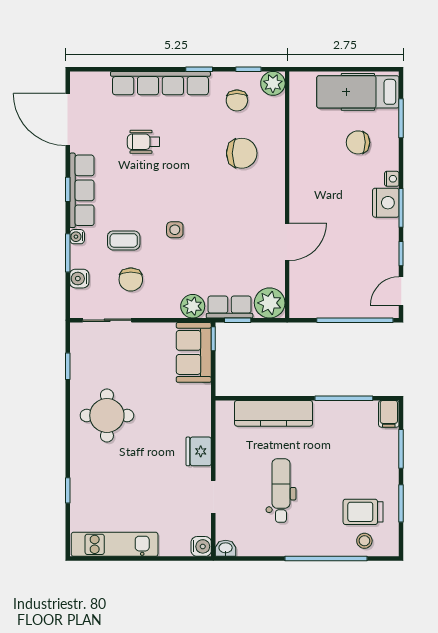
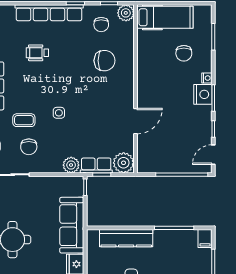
hospital bed: (358, 92) -> (165, 17), moved, turned 180
chair: (358, 142) -> (184, 53), turned -90
sofa: (194, 352) -> (72, 225), moved, width x1.36

